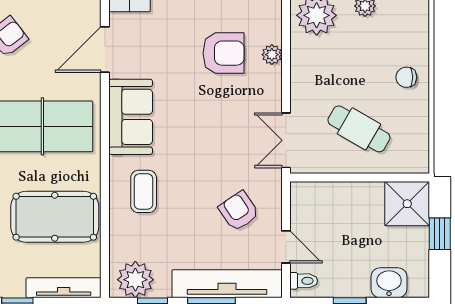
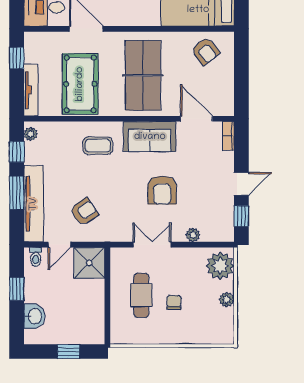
armchair: (224, 53) -> (162, 190), moved
chair: (406, 77) -> (174, 302), moved
cafe table: (359, 129) -> (141, 295), turned -30
double door: (286, 140) -> (152, 245), moved
shower: (407, 204) -> (89, 263), moved
plant: (135, 280) -> (31, 134), width x0.53, depth x0.53

